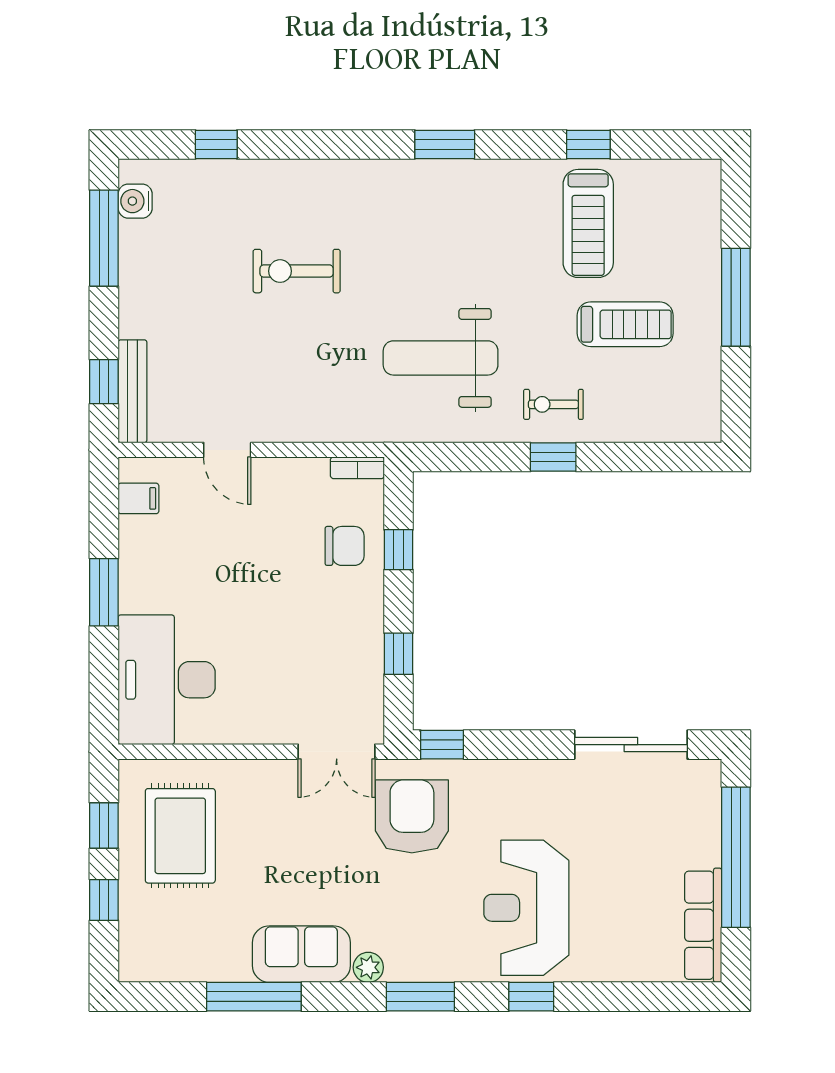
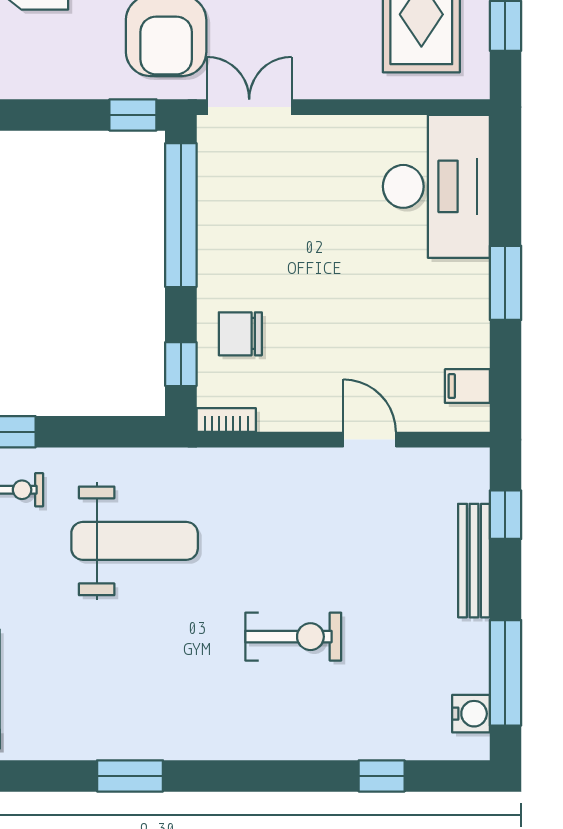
bench: (132, 391) -> (474, 561), moved
window: (399, 550) -> (181, 364), moved
window: (399, 654) -> (181, 215), width x3.17

